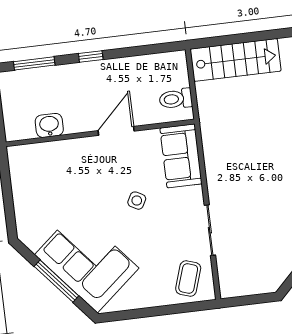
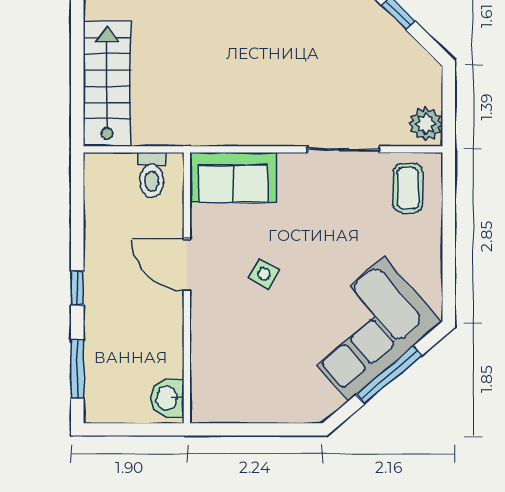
washbasin: (49, 125) -> (168, 398), moved
side table: (137, 201) -> (264, 274), moved
coffee table: (188, 279) -> (408, 188), turned 72
plant: (235, 286) -> (426, 124), added

